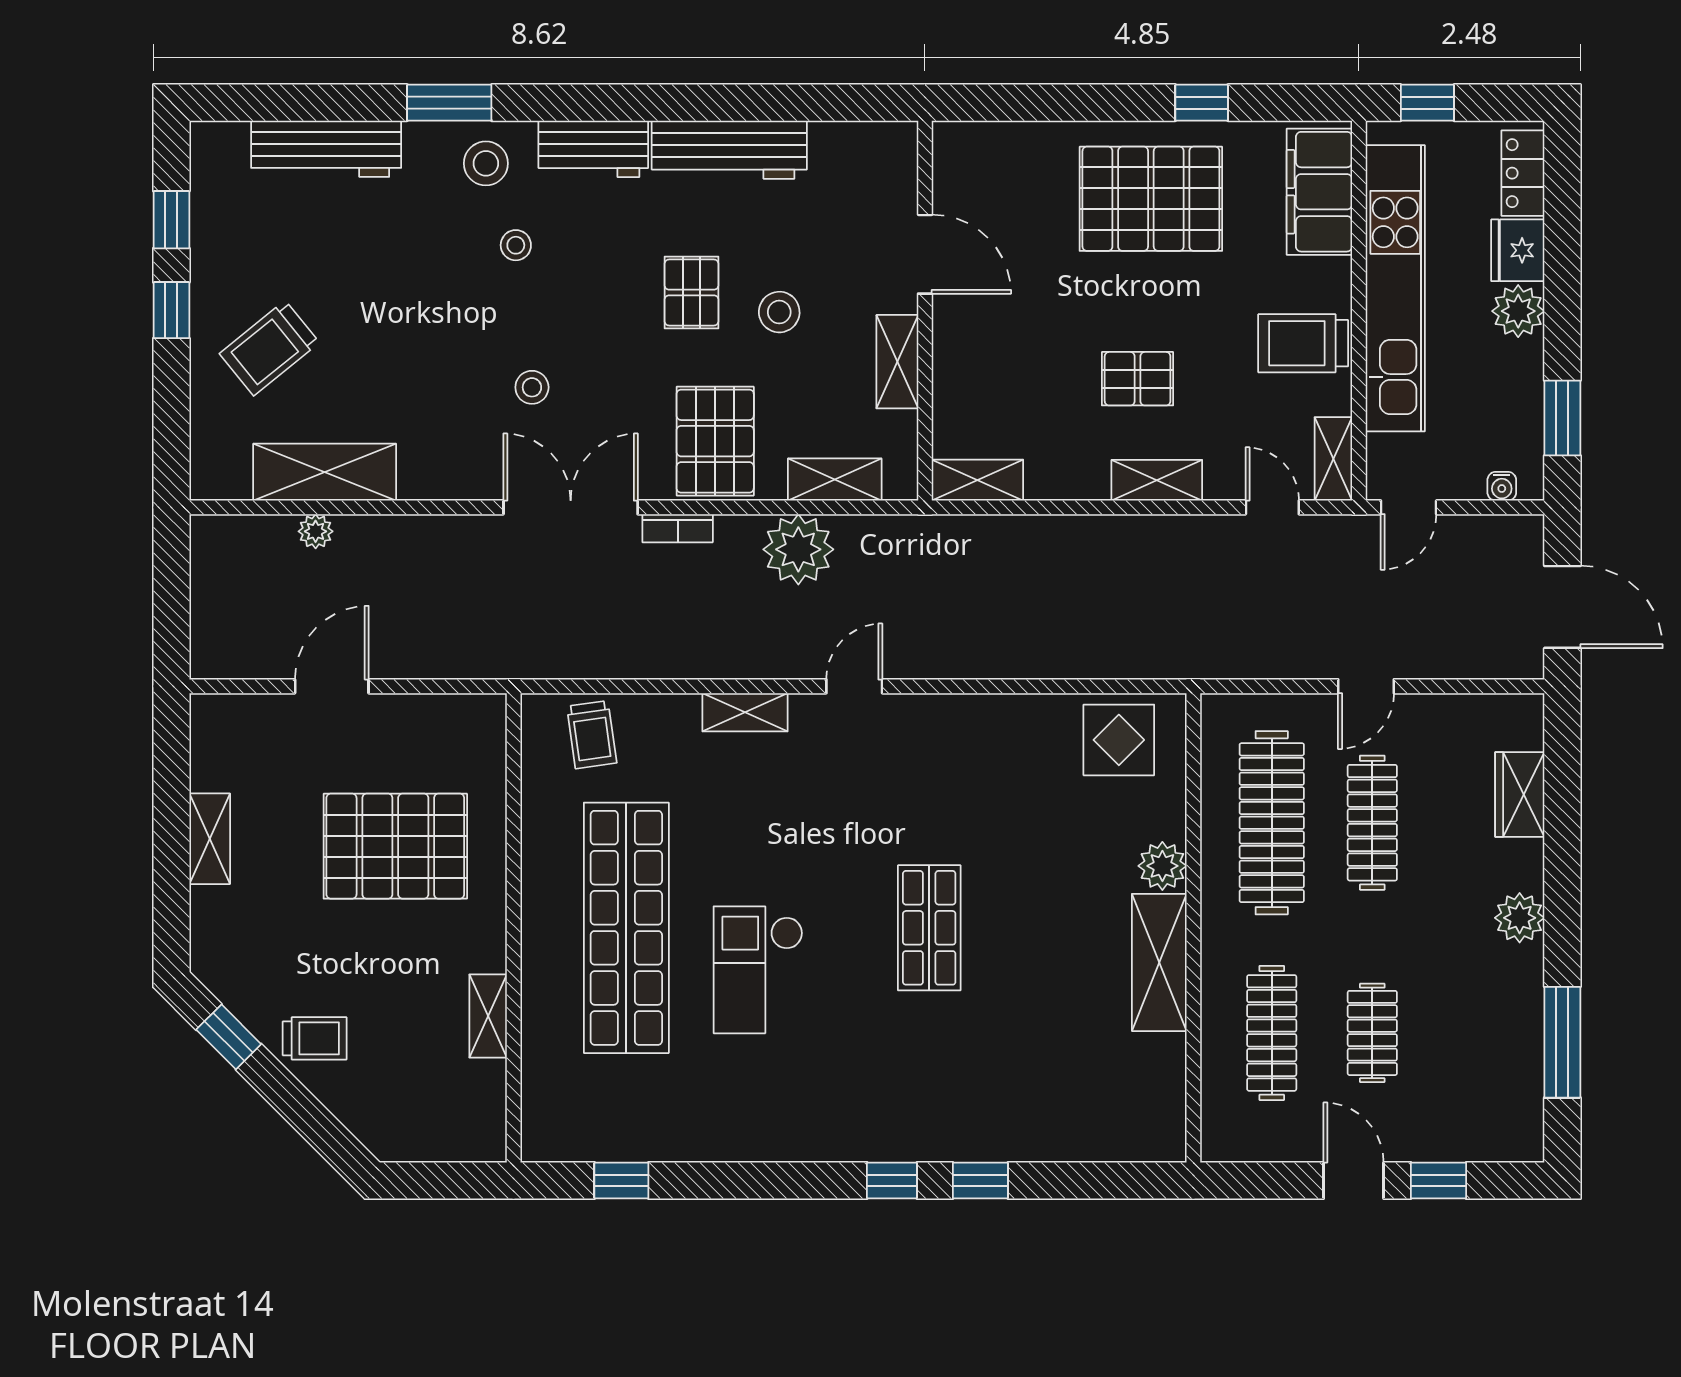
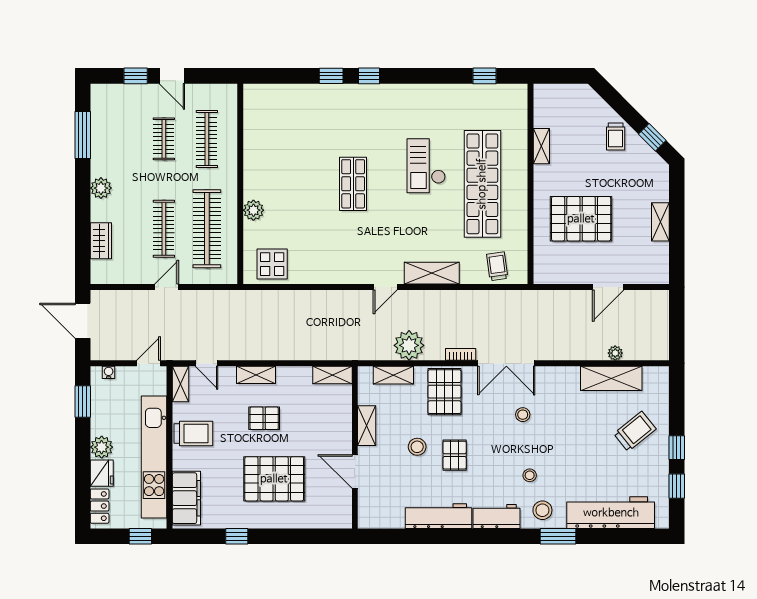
workbench: (326, 149) -> (611, 513), width x1.36, depth x1.32
pallet: (1151, 199) -> (274, 479), moved
shelving: (745, 712) -> (432, 273), width x1.50, depth x1.33
shelving: (1159, 962) -> (255, 169), removed
checkout: (758, 970) -> (426, 166), turned 180
trolley: (315, 1038) -> (616, 137), turned -90

